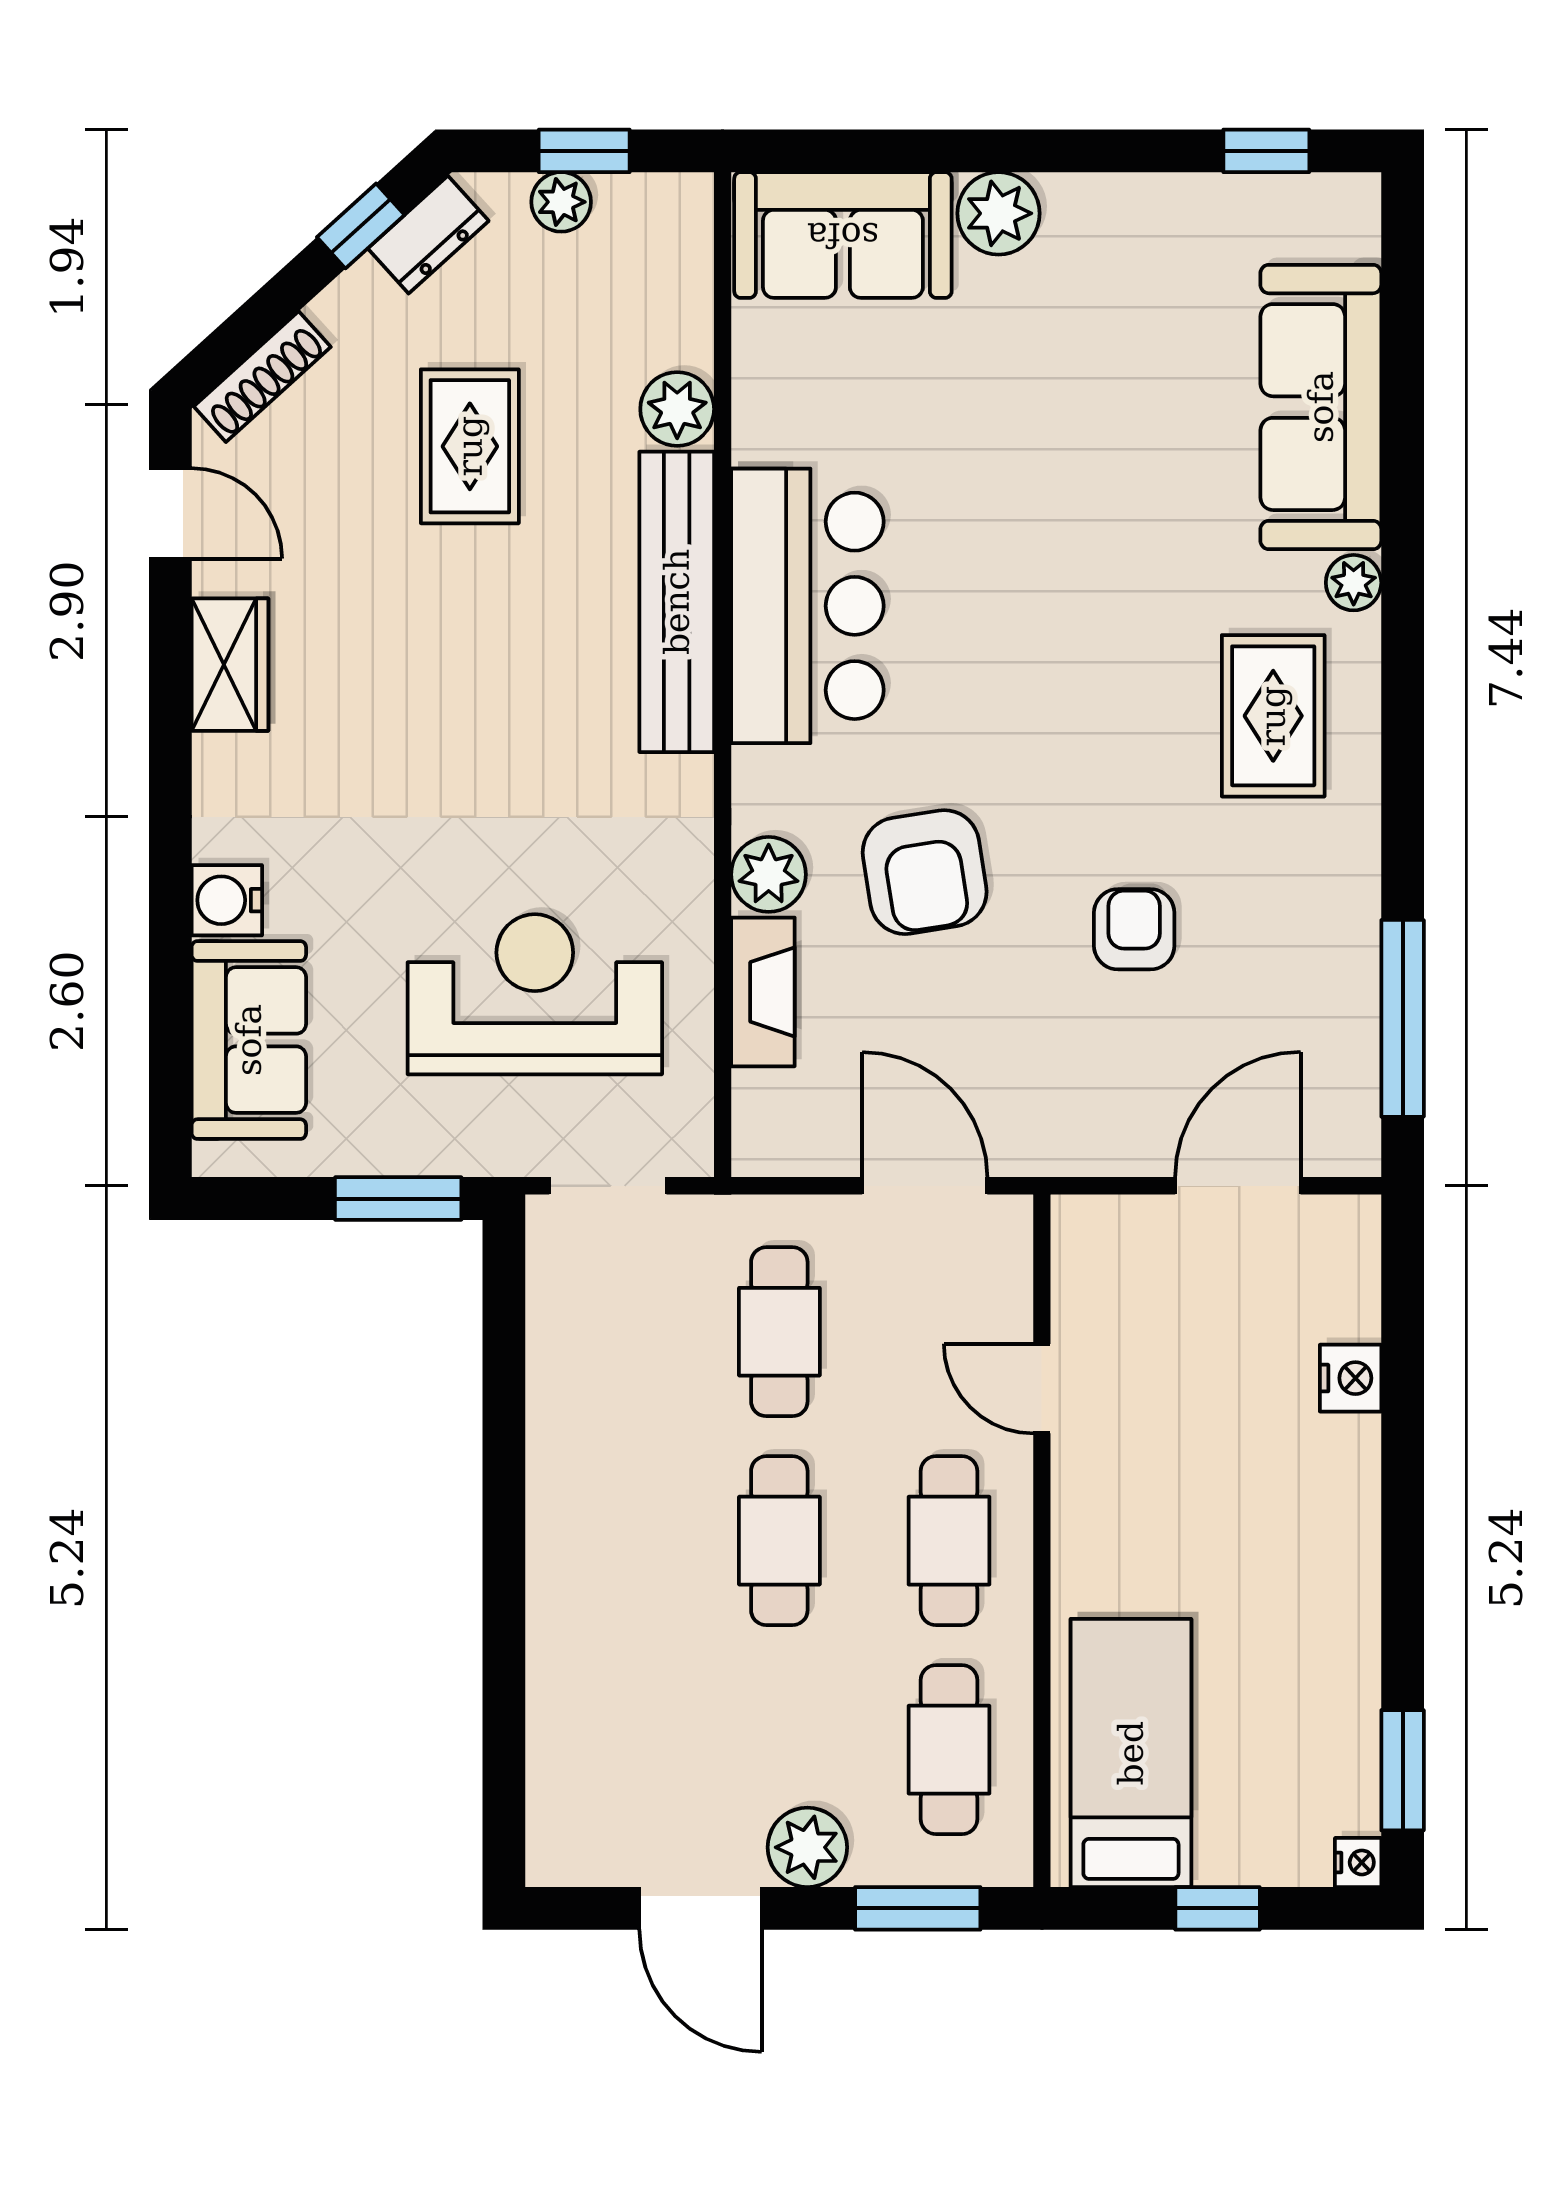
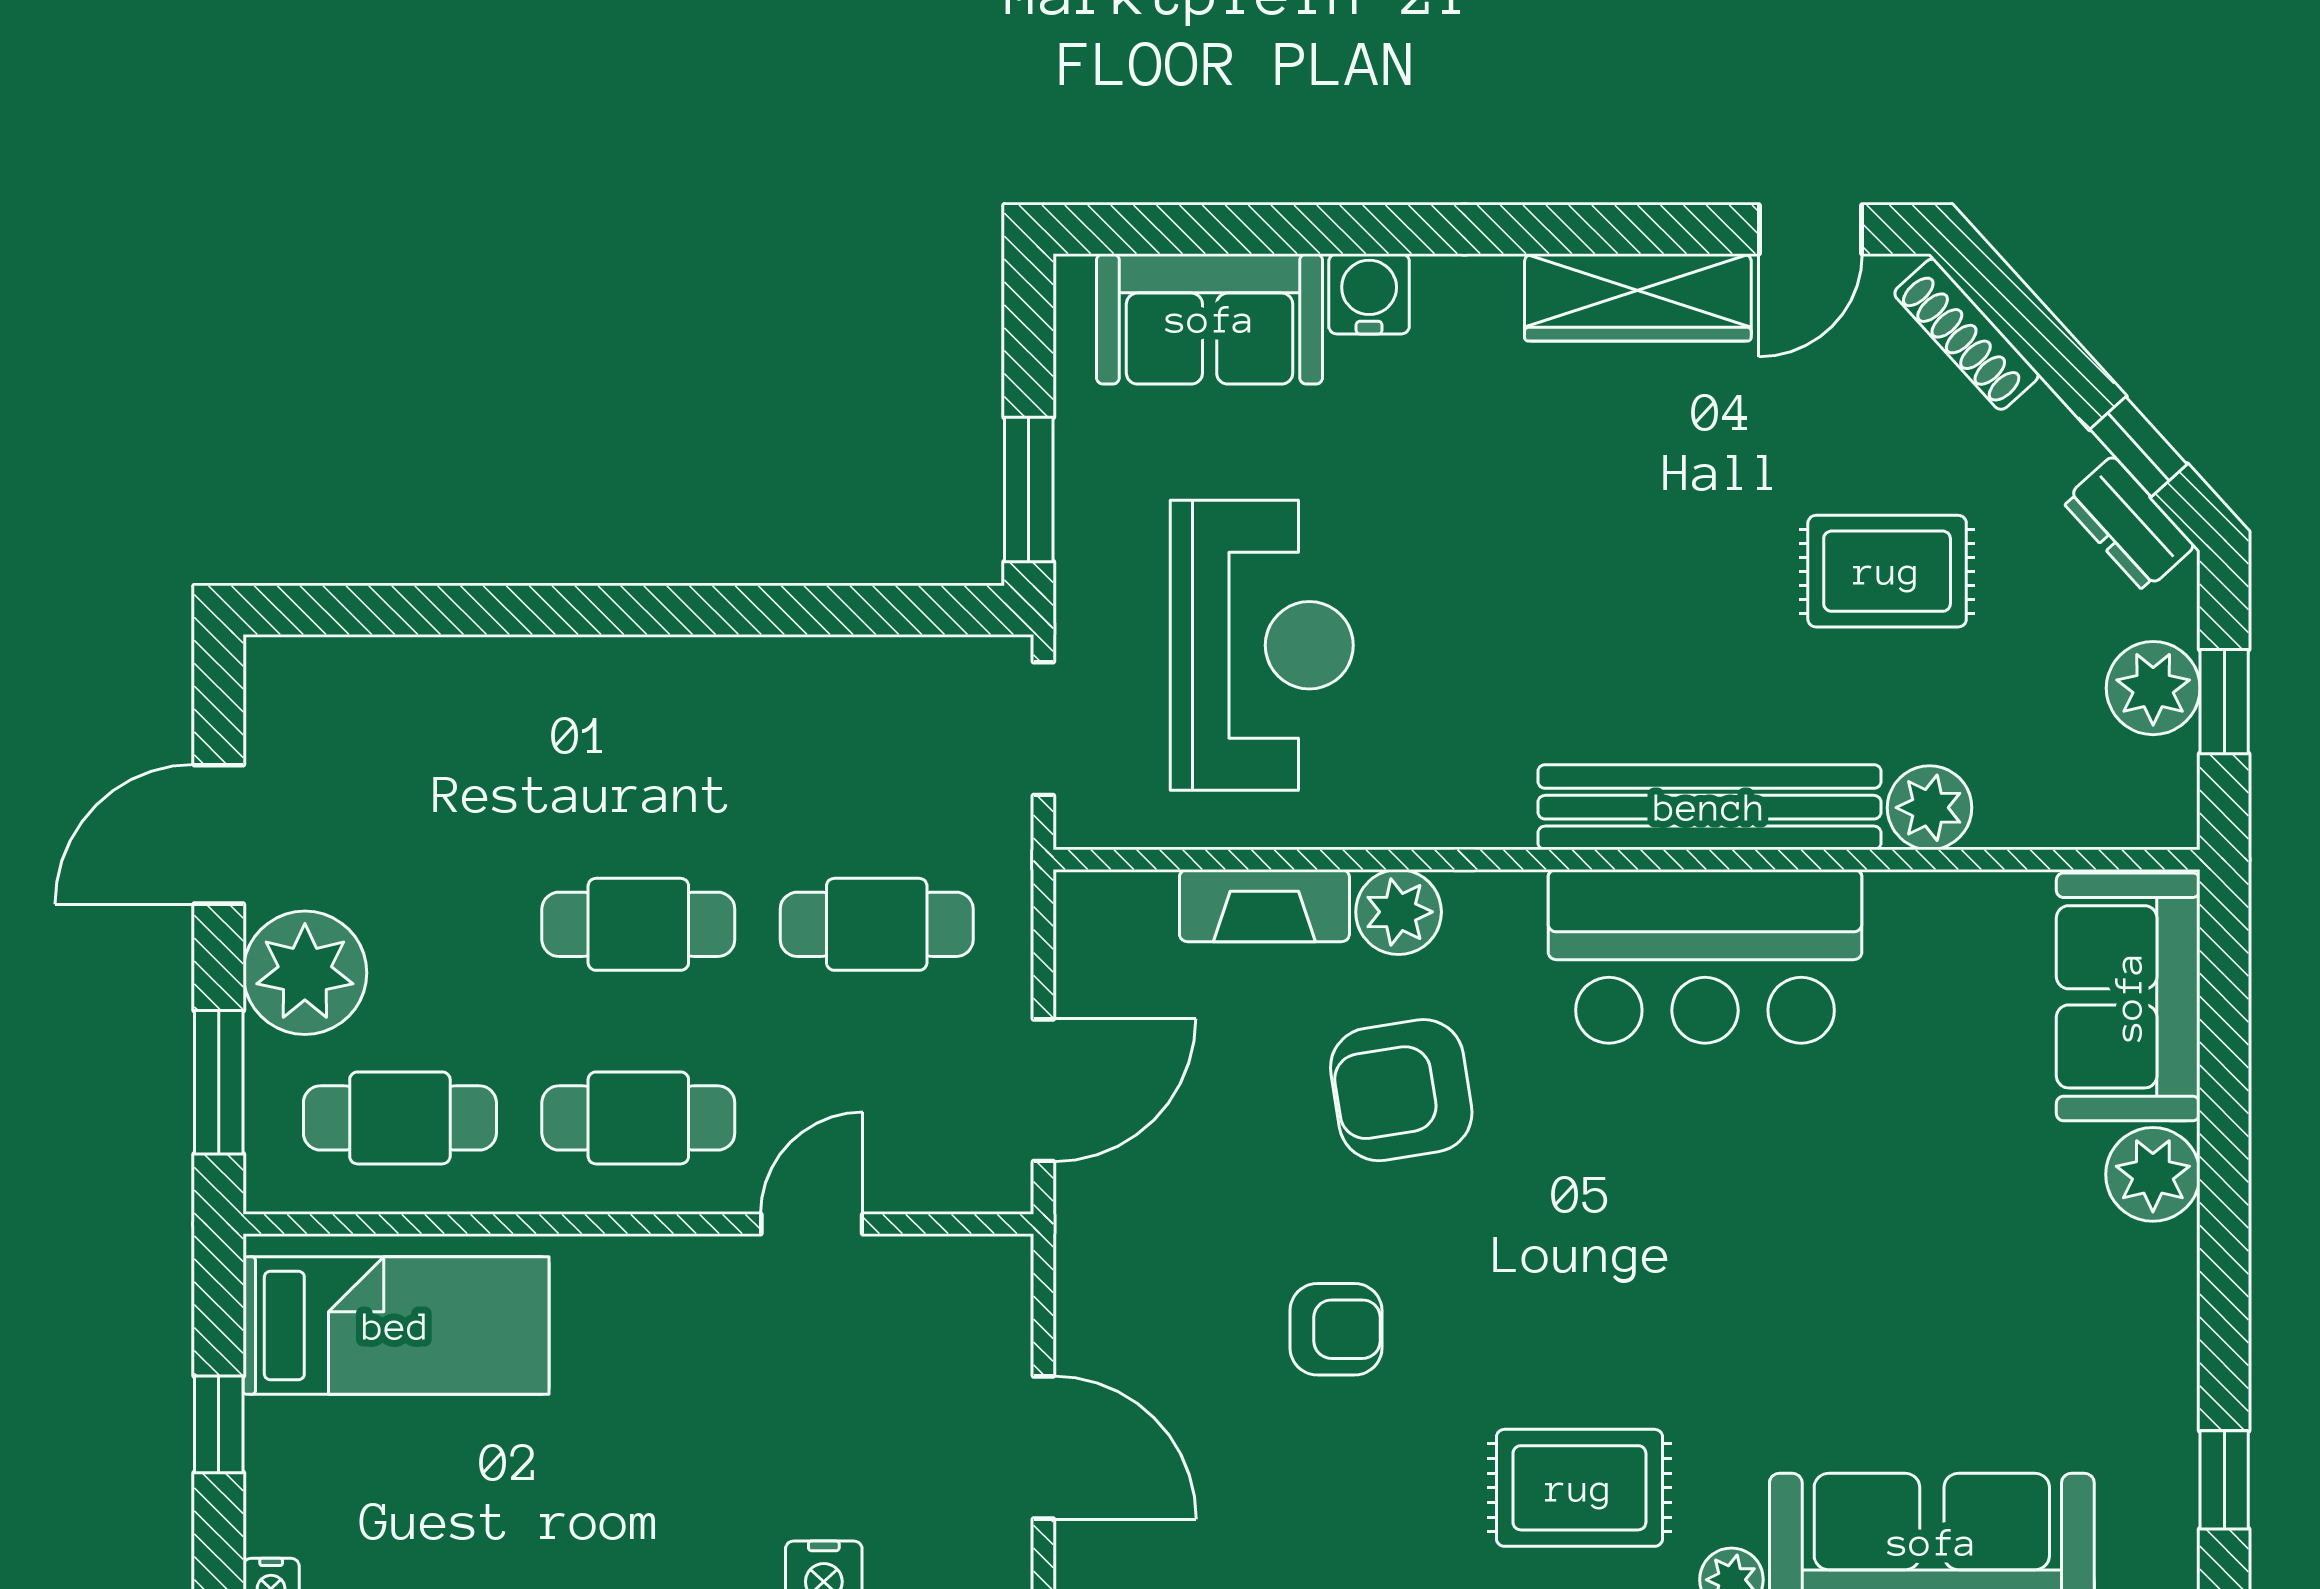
plant: (561, 202) -> (2153, 688), width x1.38, depth x1.38
wardrobe: (230, 665) -> (1638, 297), width x1.50
plant: (807, 1847) -> (305, 973), width x1.36, depth x1.36

